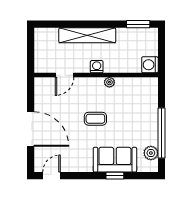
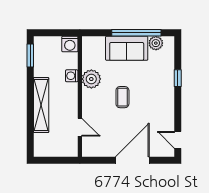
washing machine: (97, 67) -> (72, 76), moved
plant: (109, 82) -> (91, 79), width x1.88, depth x1.88
sofa: (115, 160) -> (127, 48), moved, turned -90

